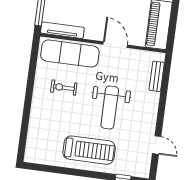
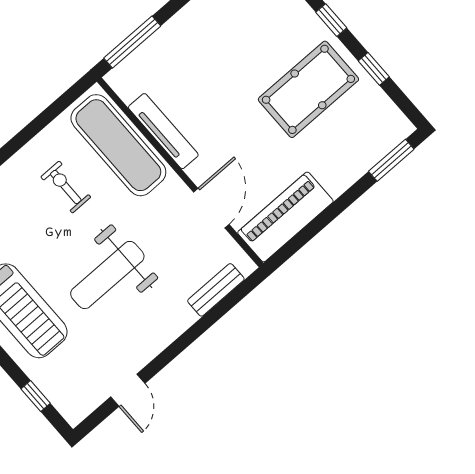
tv unit: (62, 30) -> (163, 131), moved
door: (115, 45) -> (211, 208), moved

